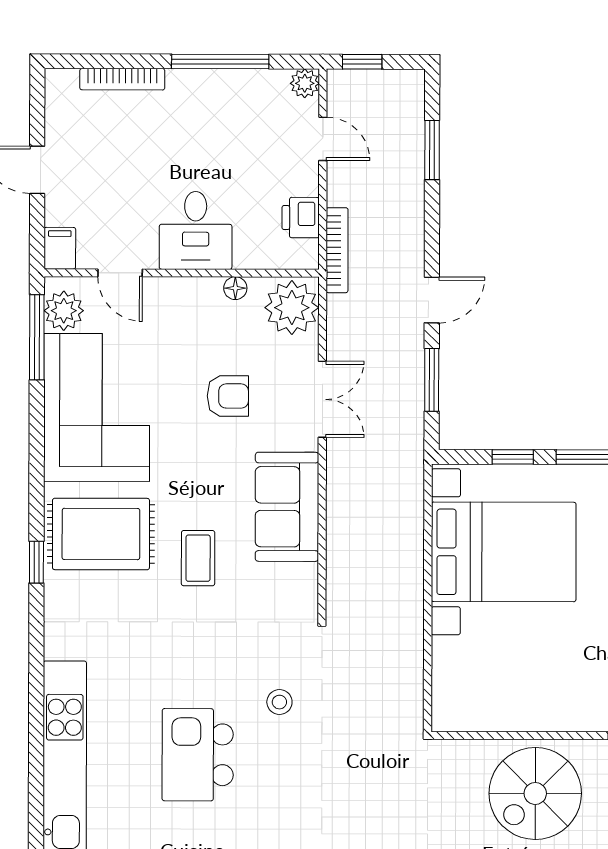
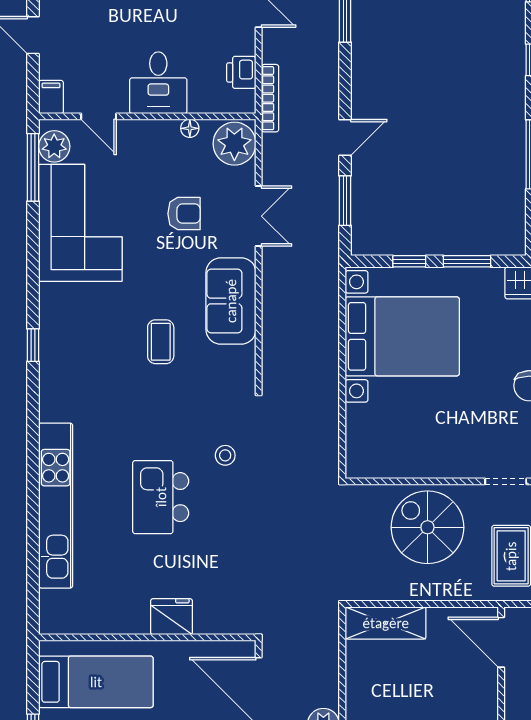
rug: (101, 534) -> (84, 323), removed
spiral stairs: (535, 793) -> (427, 527), turned 90

